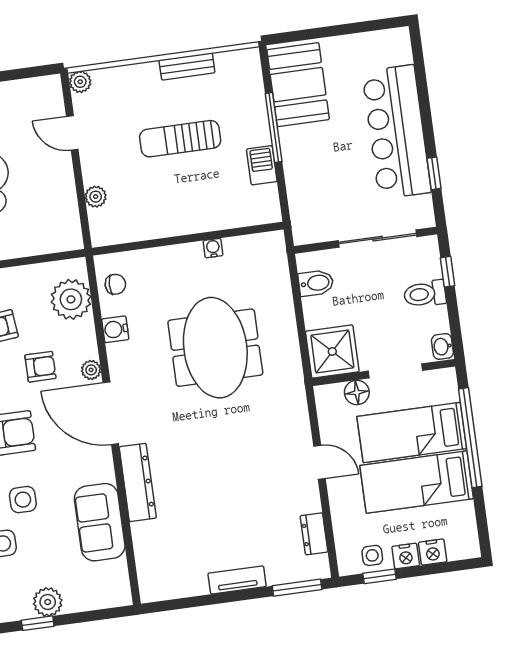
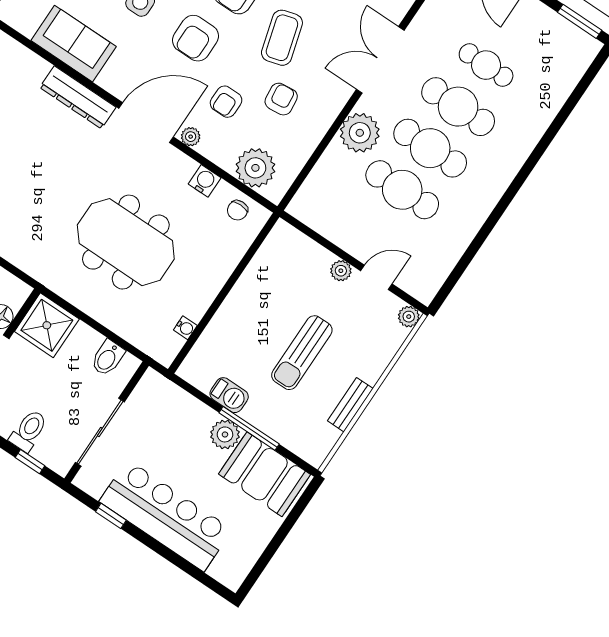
sun lounger: (180, 139) -> (302, 353), turned 180
plant: (295, 142) -> (225, 434), added
plant: (96, 197) -> (341, 271), moved
water cooler: (213, 248) -> (185, 328), moved

